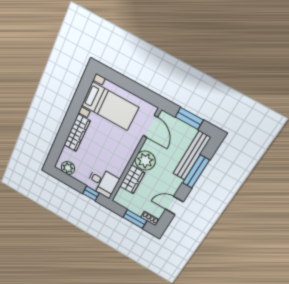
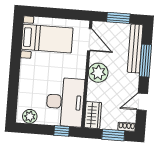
wardrobe: (77, 133) -> (26, 77), removed
wardrobe: (132, 179) -> (93, 115), moved
desk: (103, 182) -> (65, 102), width x1.87, depth x1.30

